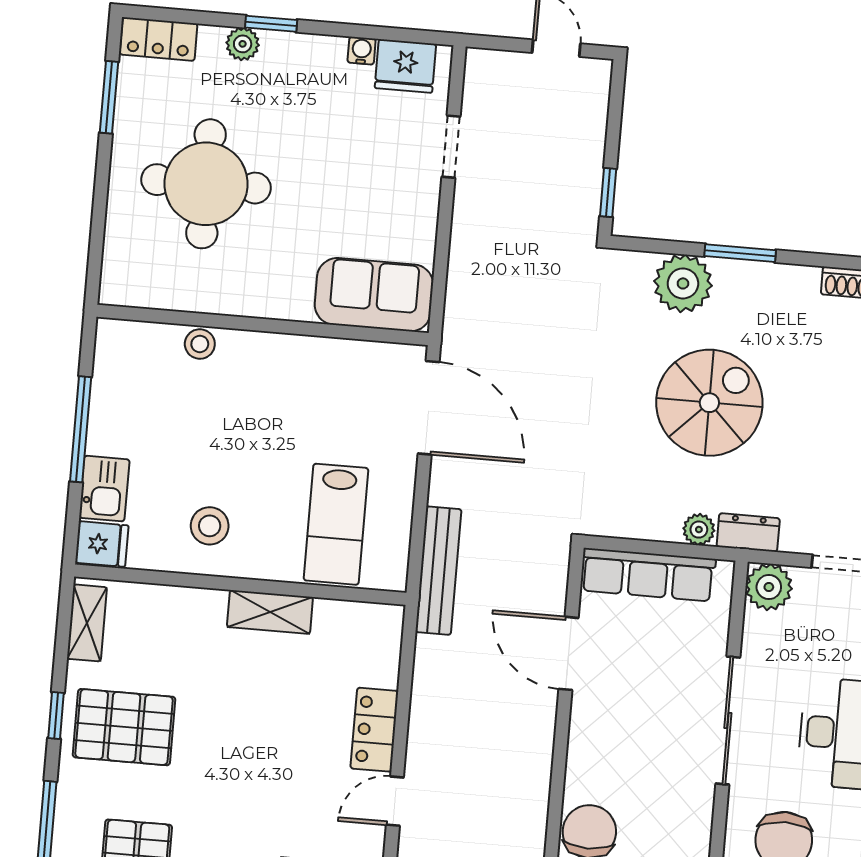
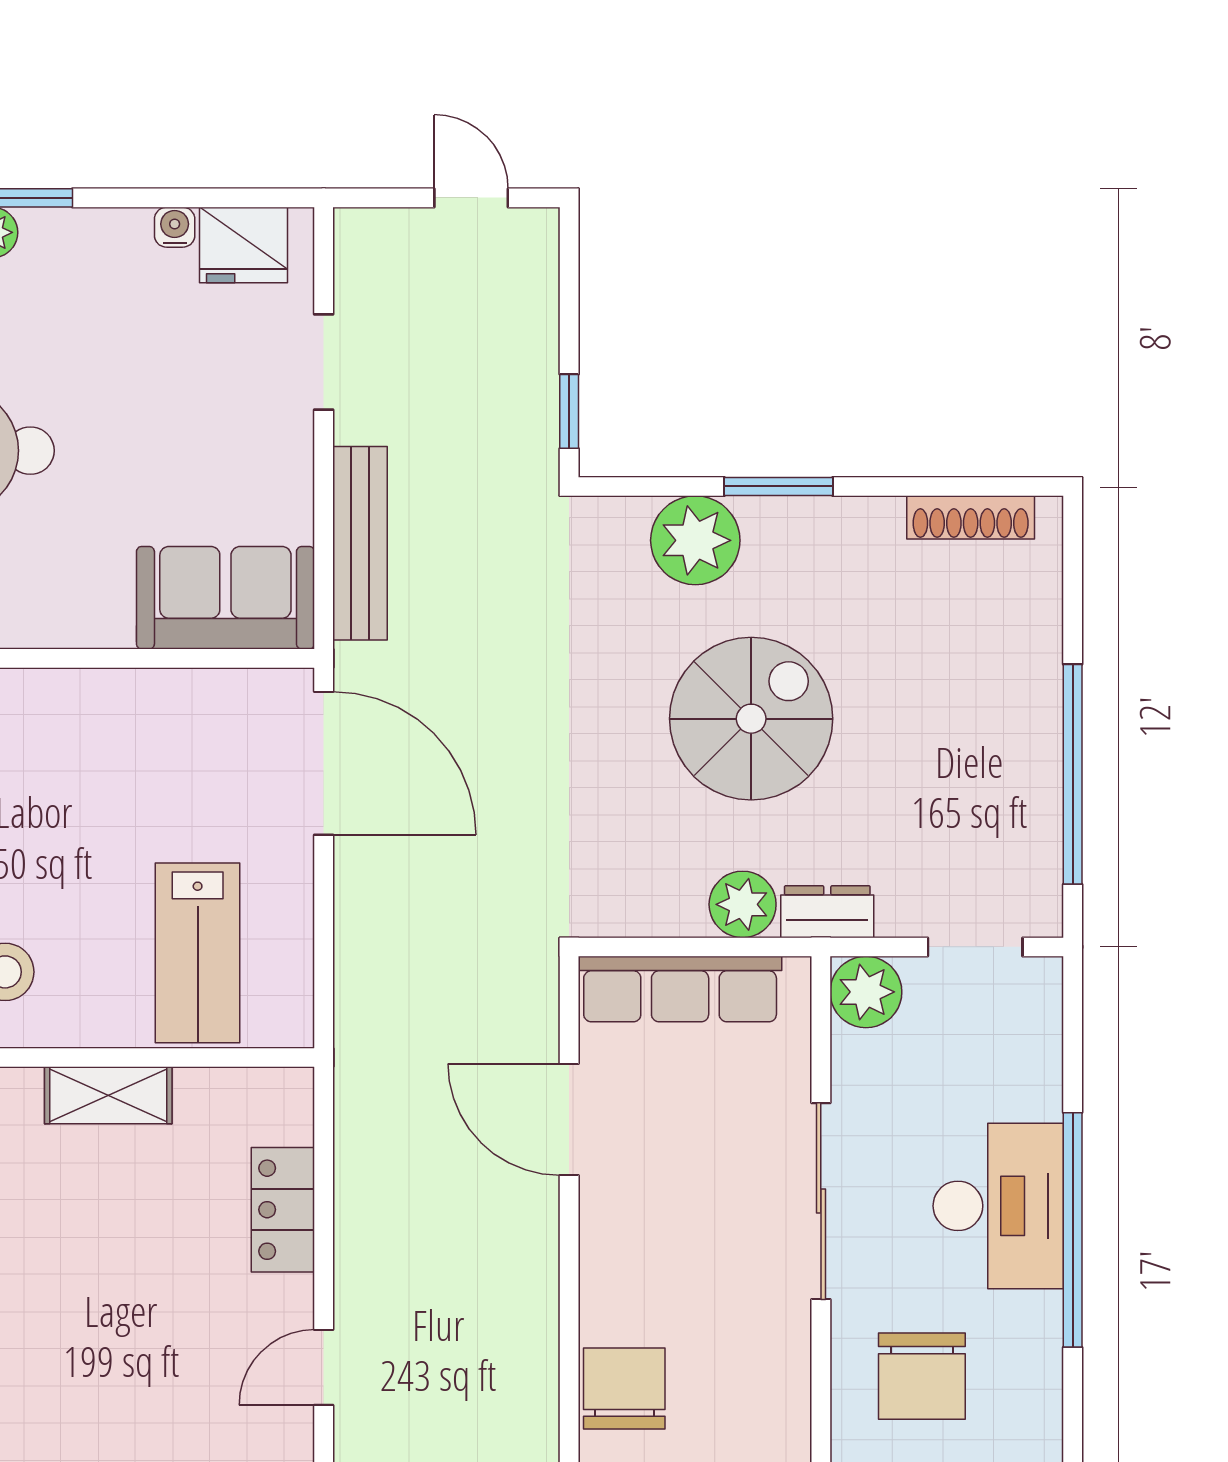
plant: (699, 530) -> (743, 904), width x1.38, depth x1.38
bench: (438, 571) -> (360, 543), moved
locker: (374, 730) -> (283, 1210), moved

